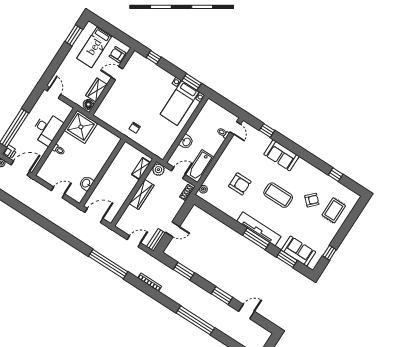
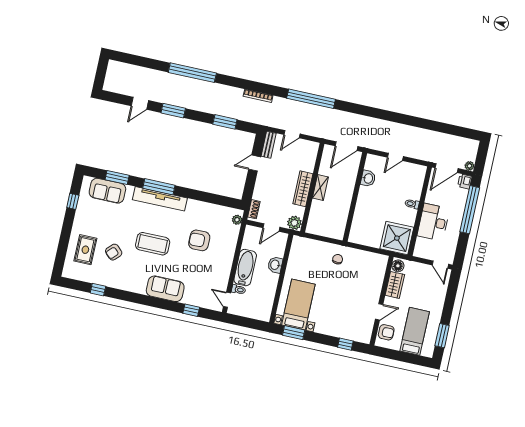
bathtub: (200, 166) -> (245, 268), moved
shelving: (141, 169) -> (320, 188), moved

